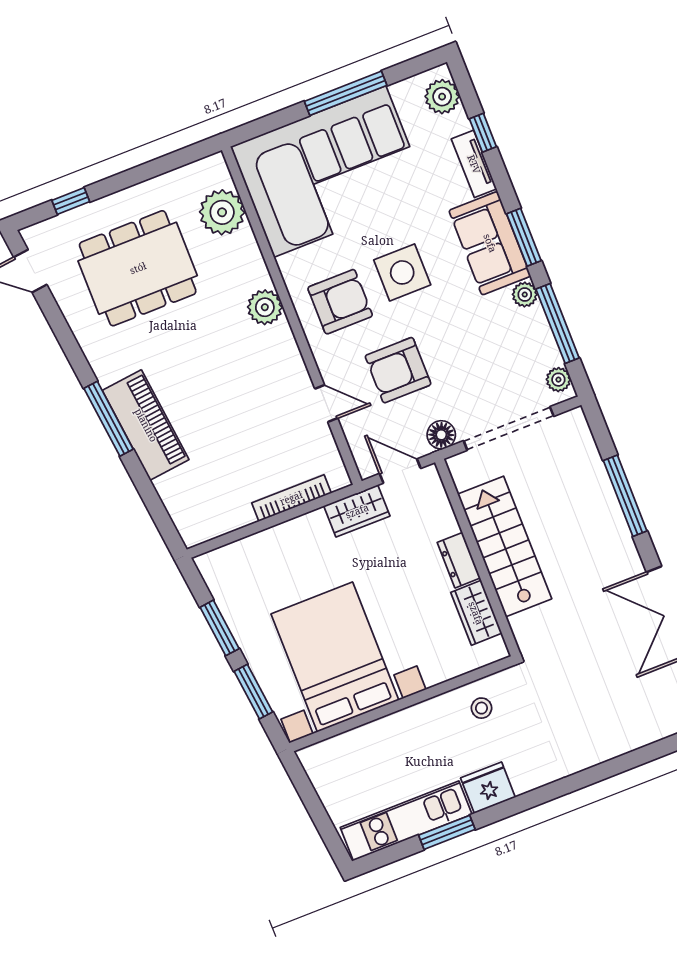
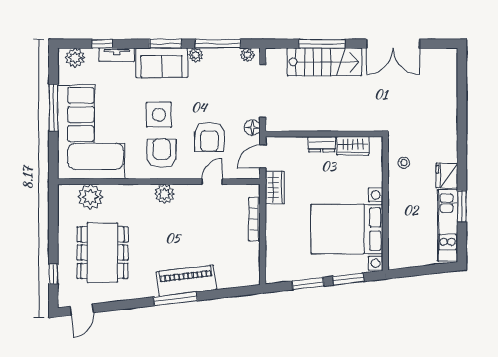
plant: (265, 307) -> (165, 194), moved
stairs: (505, 546) -> (324, 62), moved, turned 180

